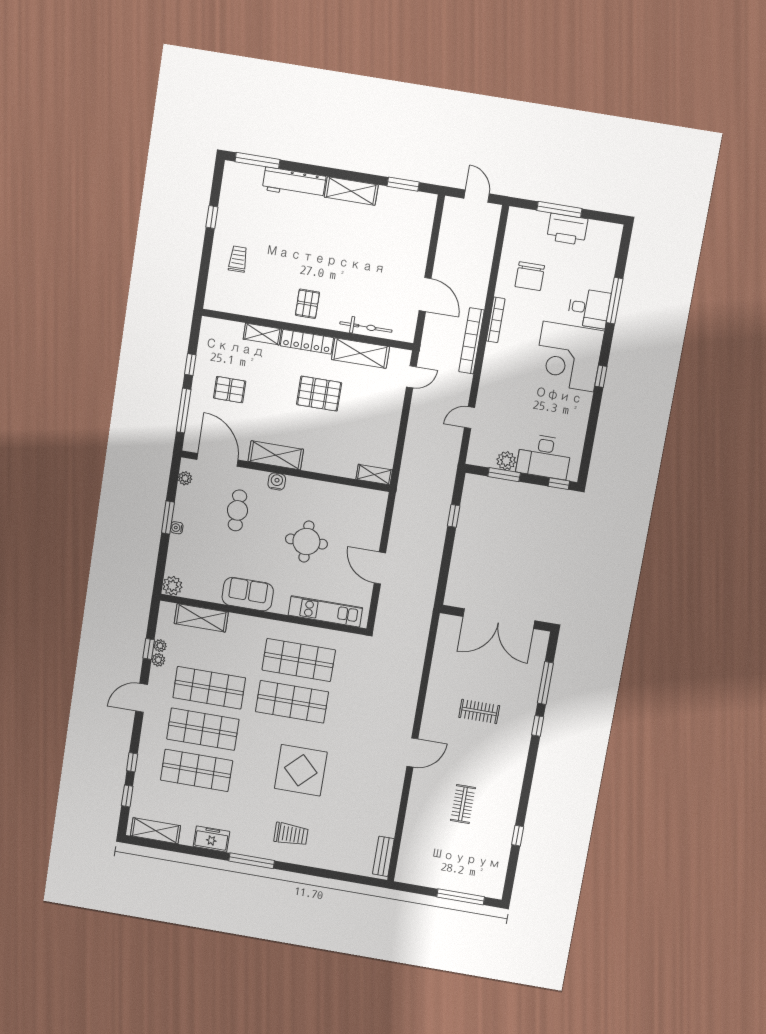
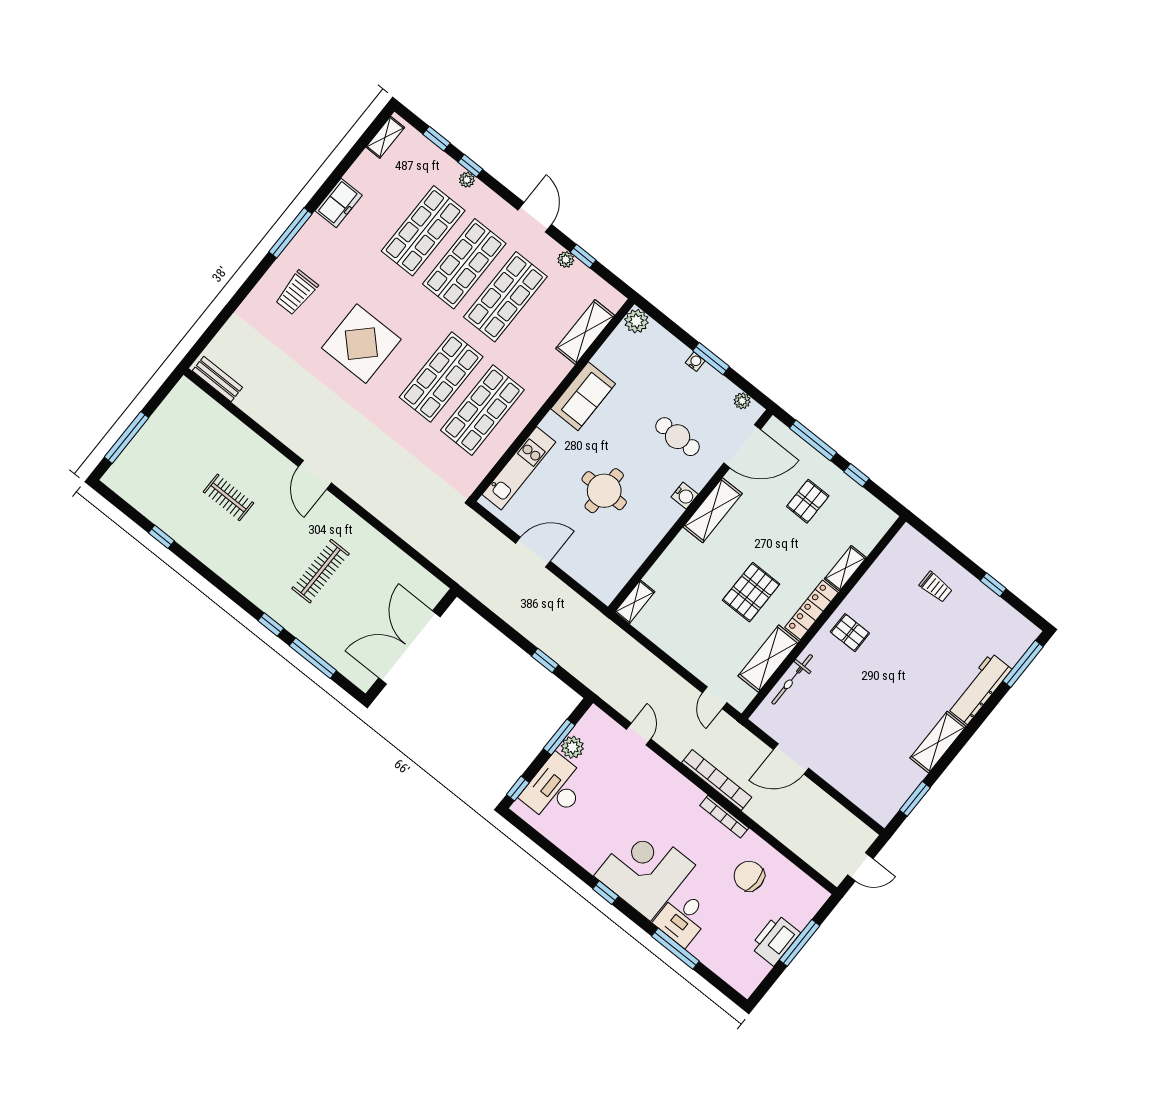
plant: (160, 646) -> (467, 180), moved
clothes rail: (479, 711) -> (321, 571), width x1.36
shelving: (155, 831) -> (385, 137), width x0.67, depth x0.75

